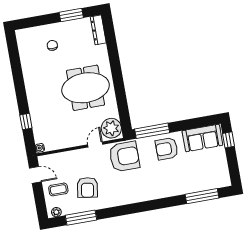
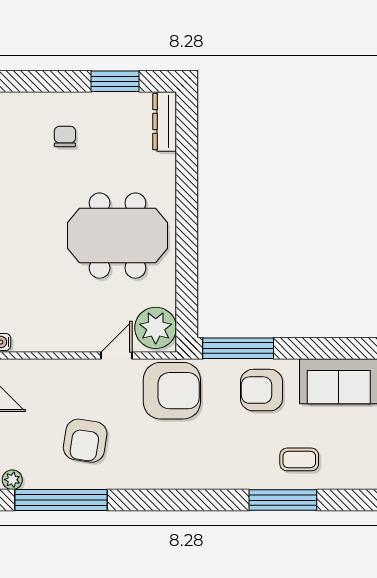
coffee table: (58, 189) -> (299, 459), moved
window: (202, 196) -> (283, 500), moved
window: (81, 218) -> (61, 500), width x1.46

